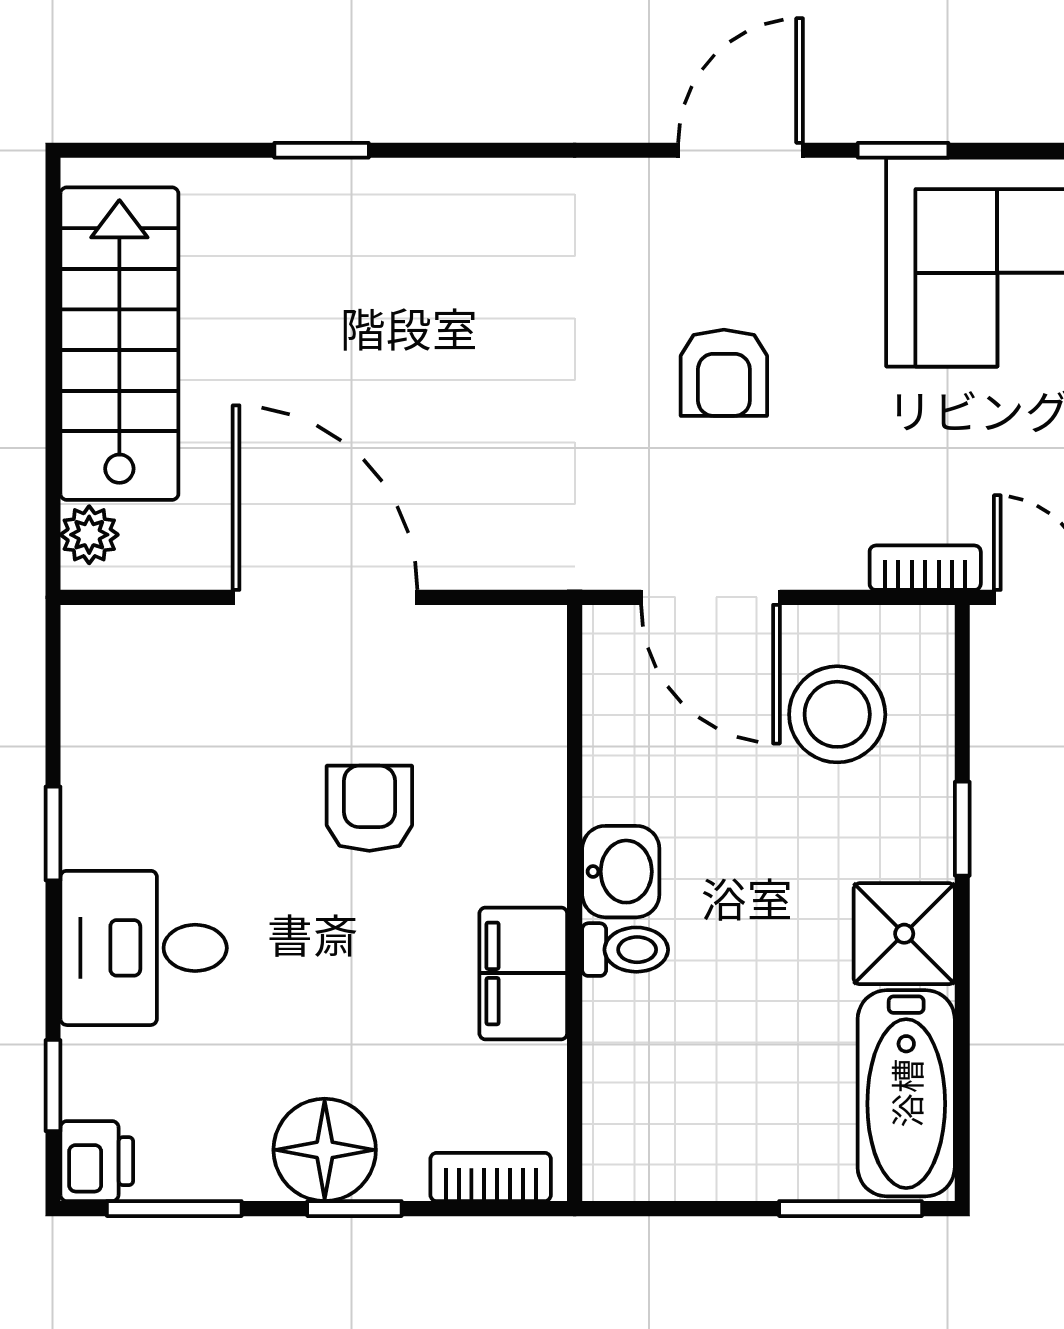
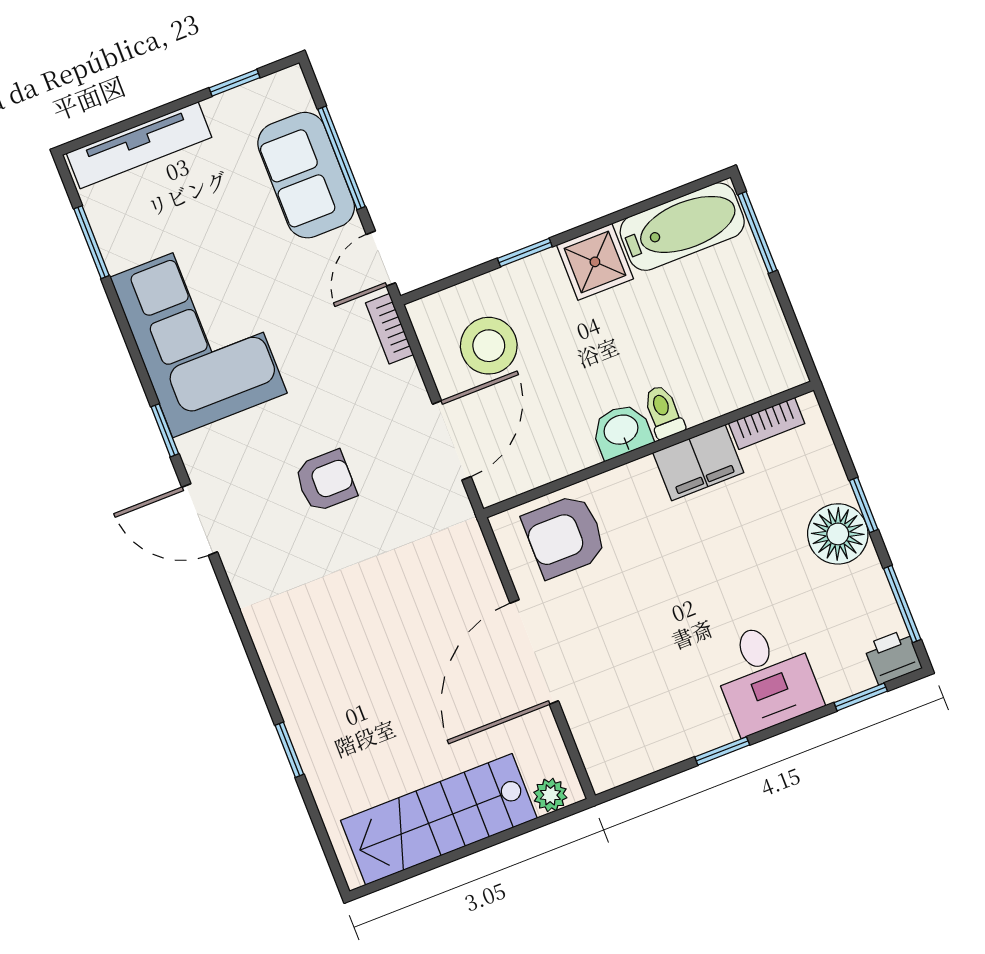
armchair: (369, 808) -> (565, 536), moved, width x1.38, depth x1.38
bookcase: (491, 1177) -> (767, 423), moved, turned -90

